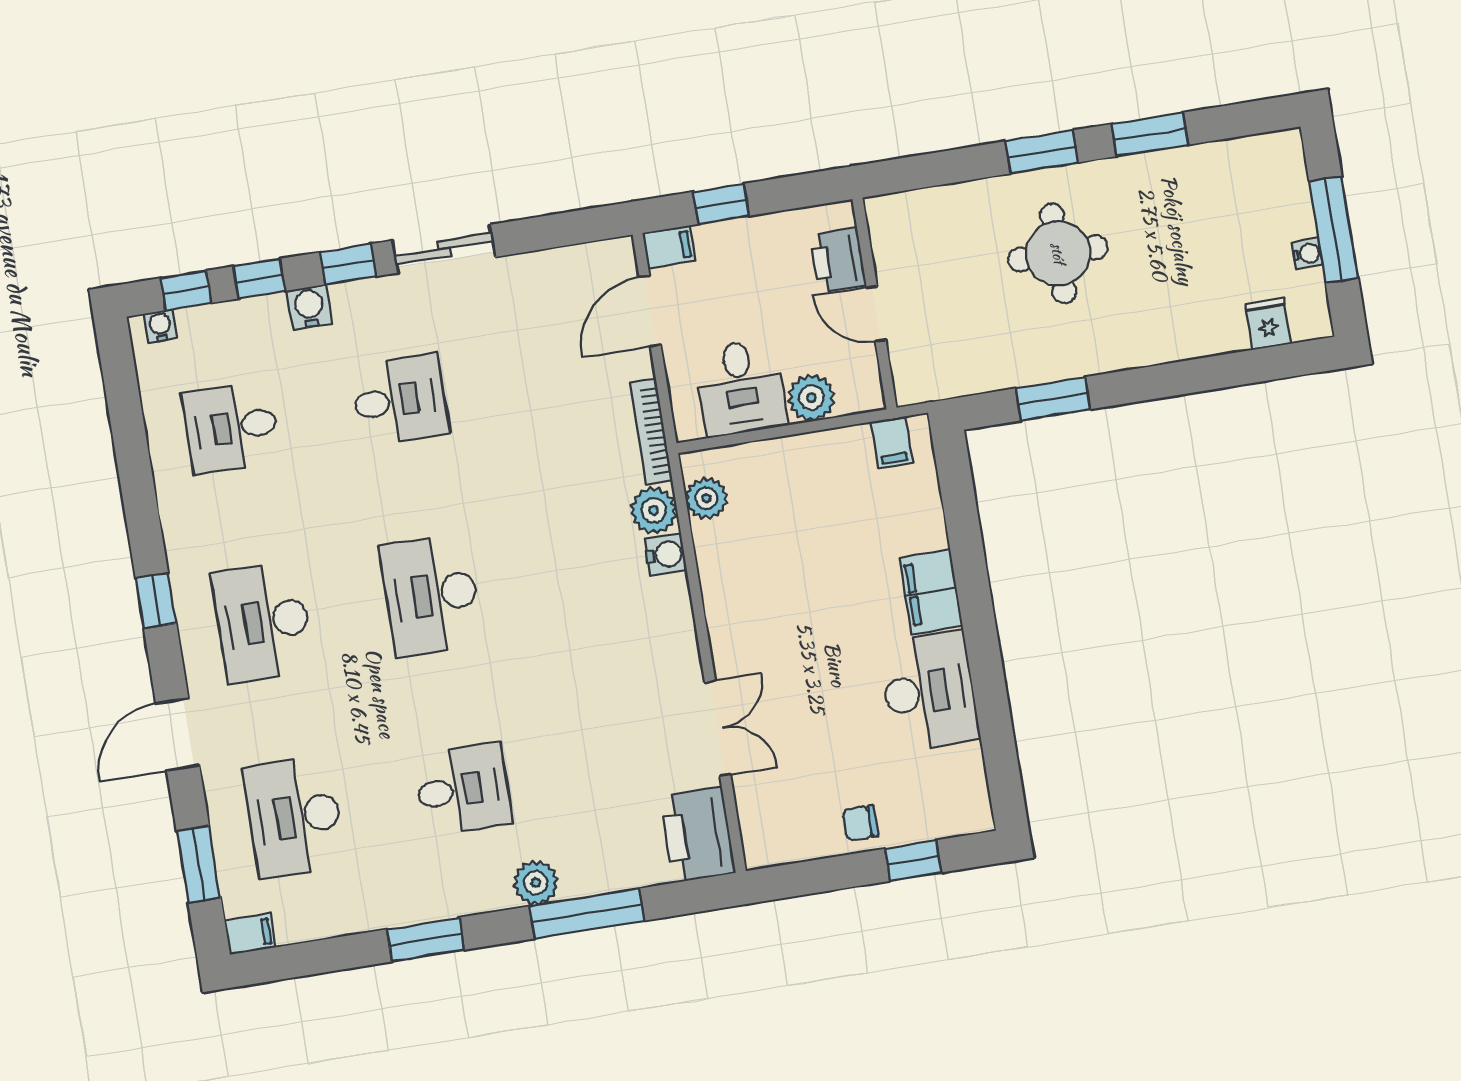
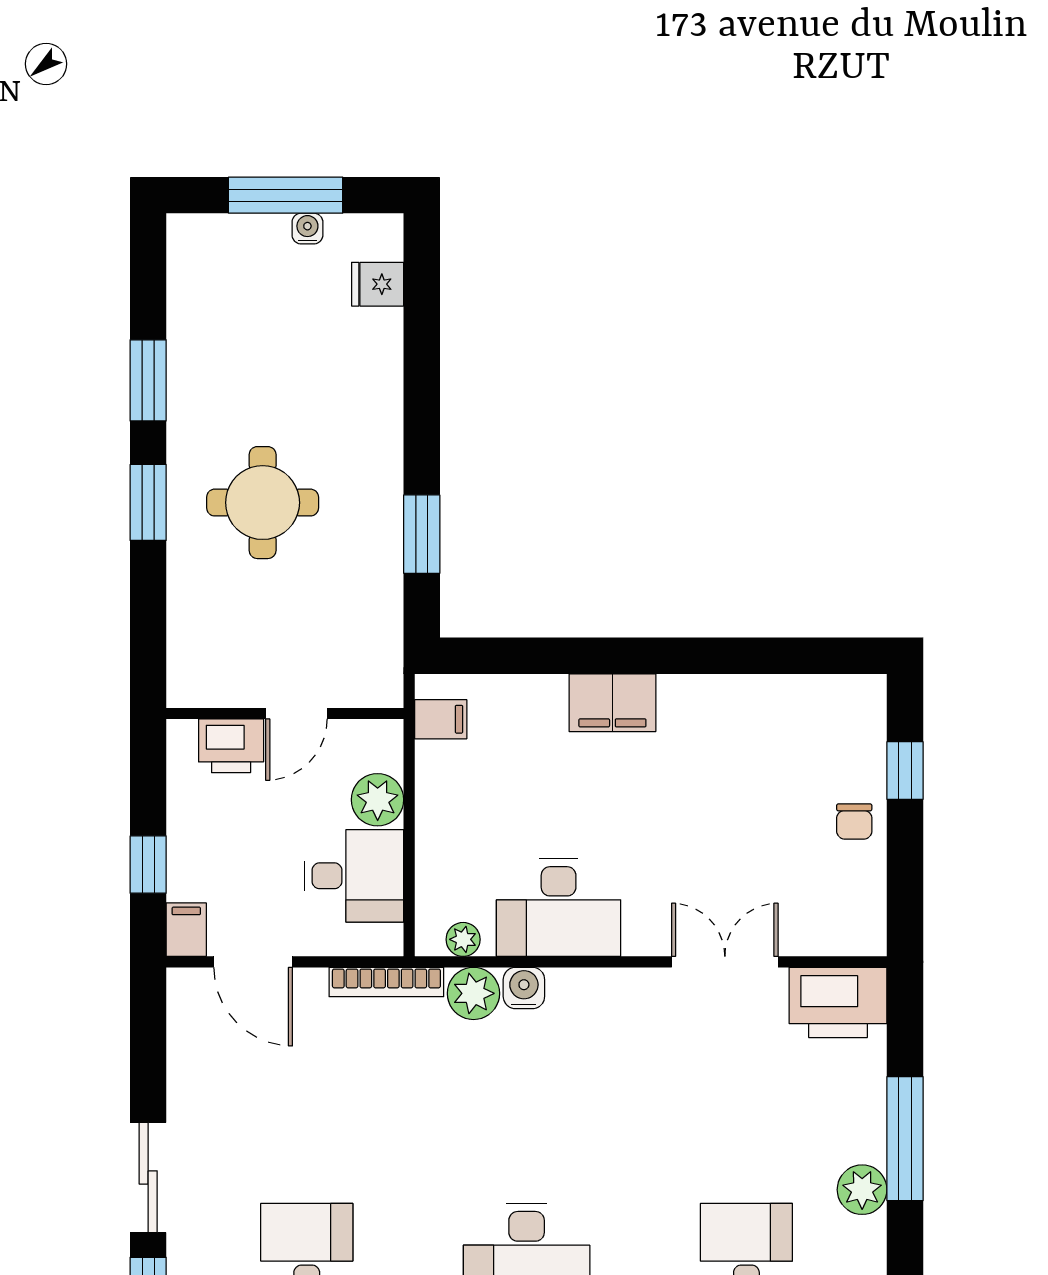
plant: (706, 498) -> (463, 939), width x0.73, depth x0.73
desk: (929, 691) -> (559, 908), moved, turned 180

